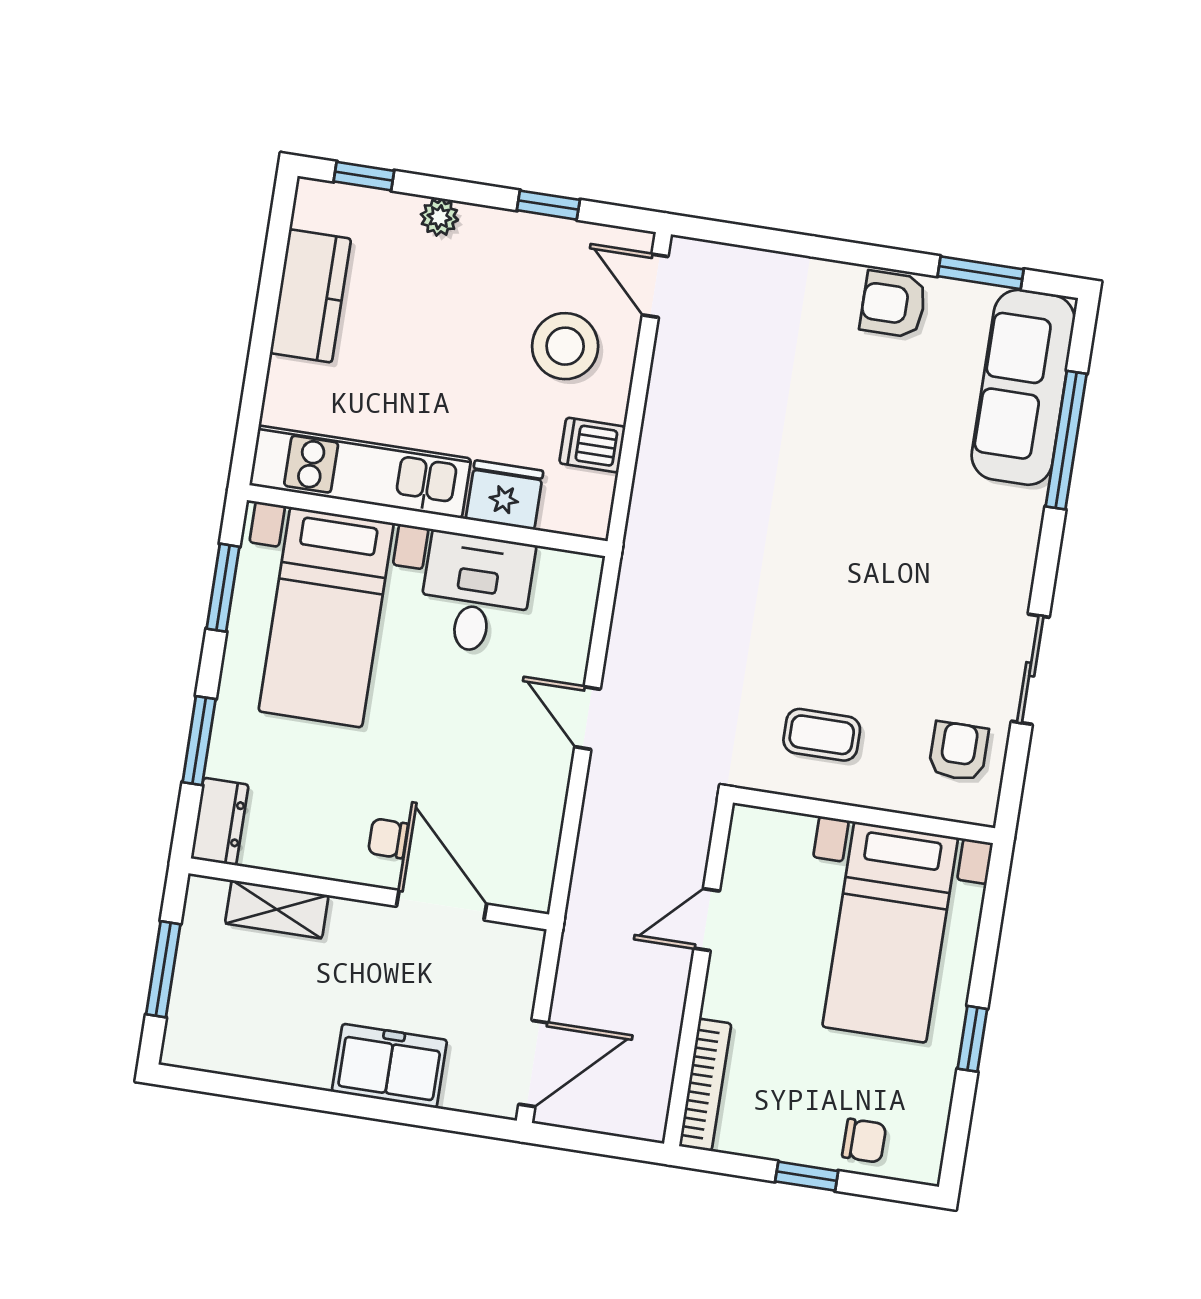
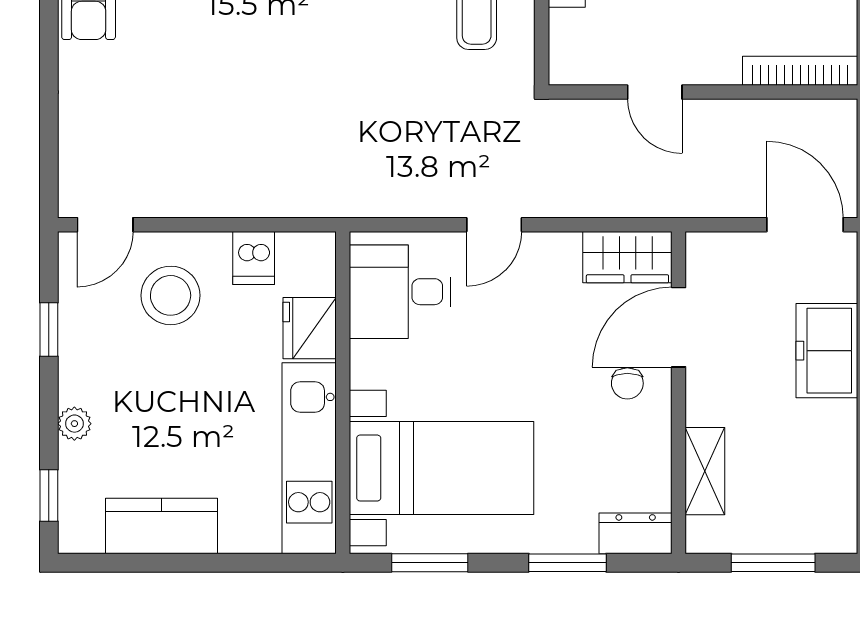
desk: (476, 593) -> (400, 292), moved
wardrobe: (528, 861) -> (627, 257), added

